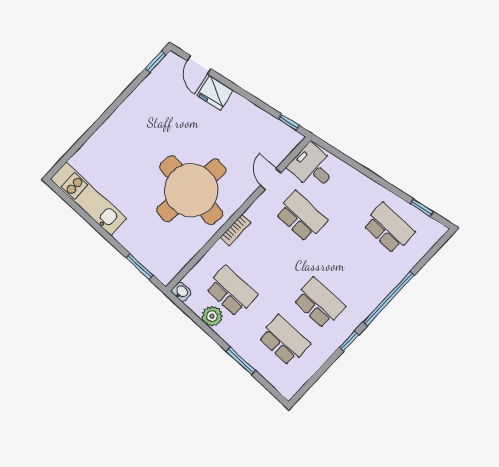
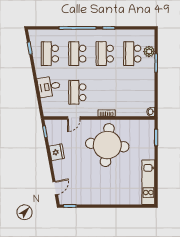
fridge: (215, 93) -> (57, 152), moved
desk: (313, 167) -> (49, 87), moved, turned 80
school desk: (231, 291) -> (77, 54), moved
plant: (212, 316) -> (149, 51), moved

